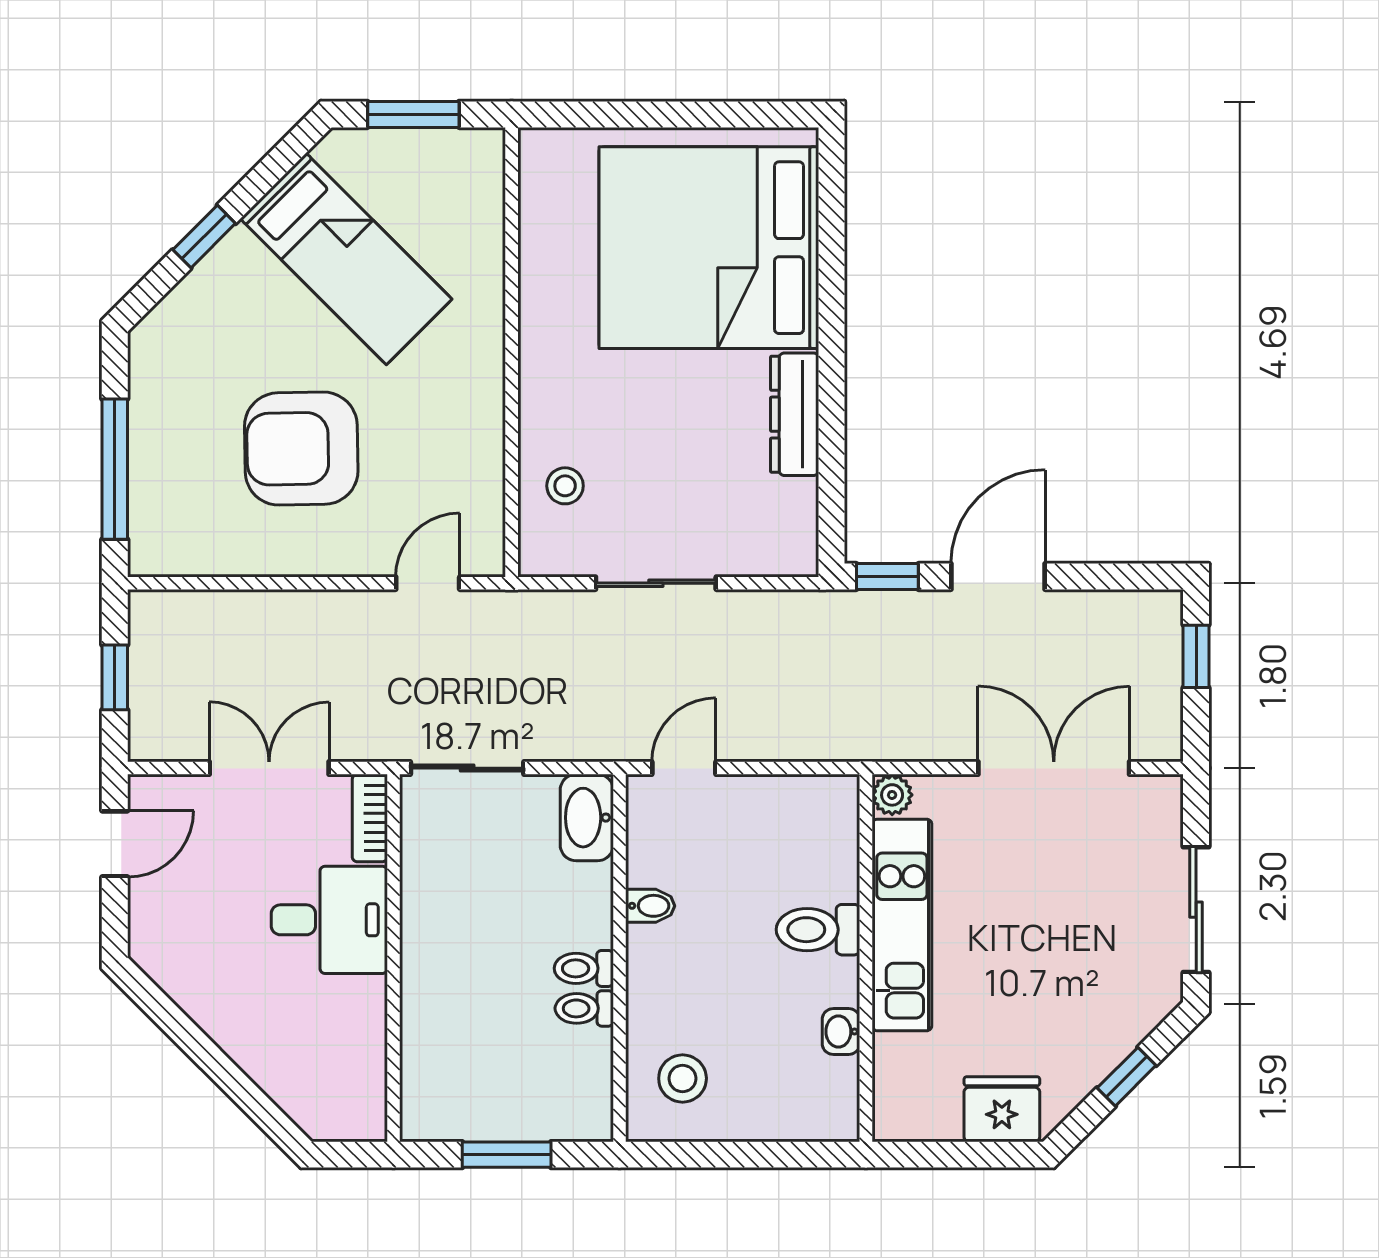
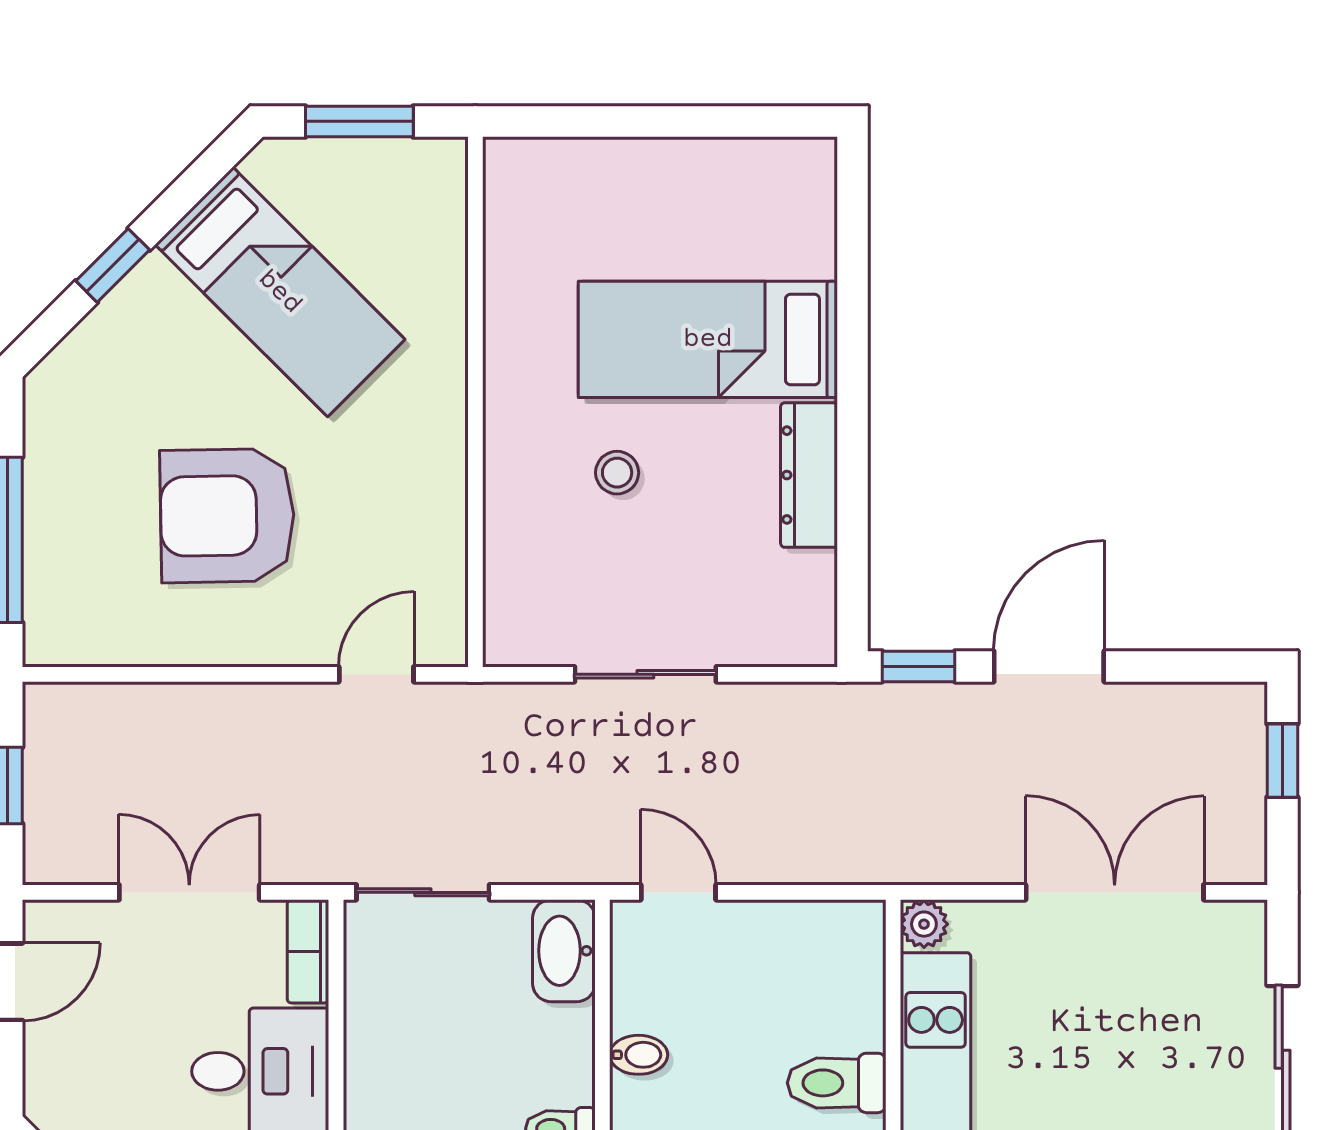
bed: (709, 248) -> (708, 339), width x0.49
stool: (565, 486) -> (617, 473), moved
door: (684, 768) -> (678, 892), hinge flipped

